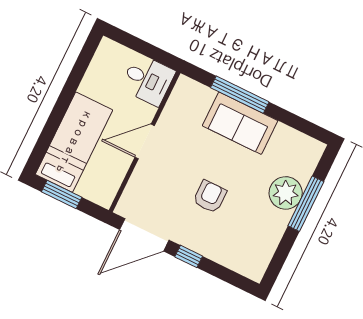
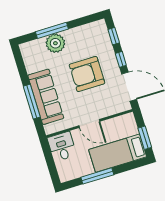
window: (69, 90) -> (97, 176), added
sofa: (240, 123) -> (46, 97), width x1.36
armchair: (210, 197) -> (87, 74), width x1.88, depth x1.88
window: (226, 275) -> (114, 36), added

